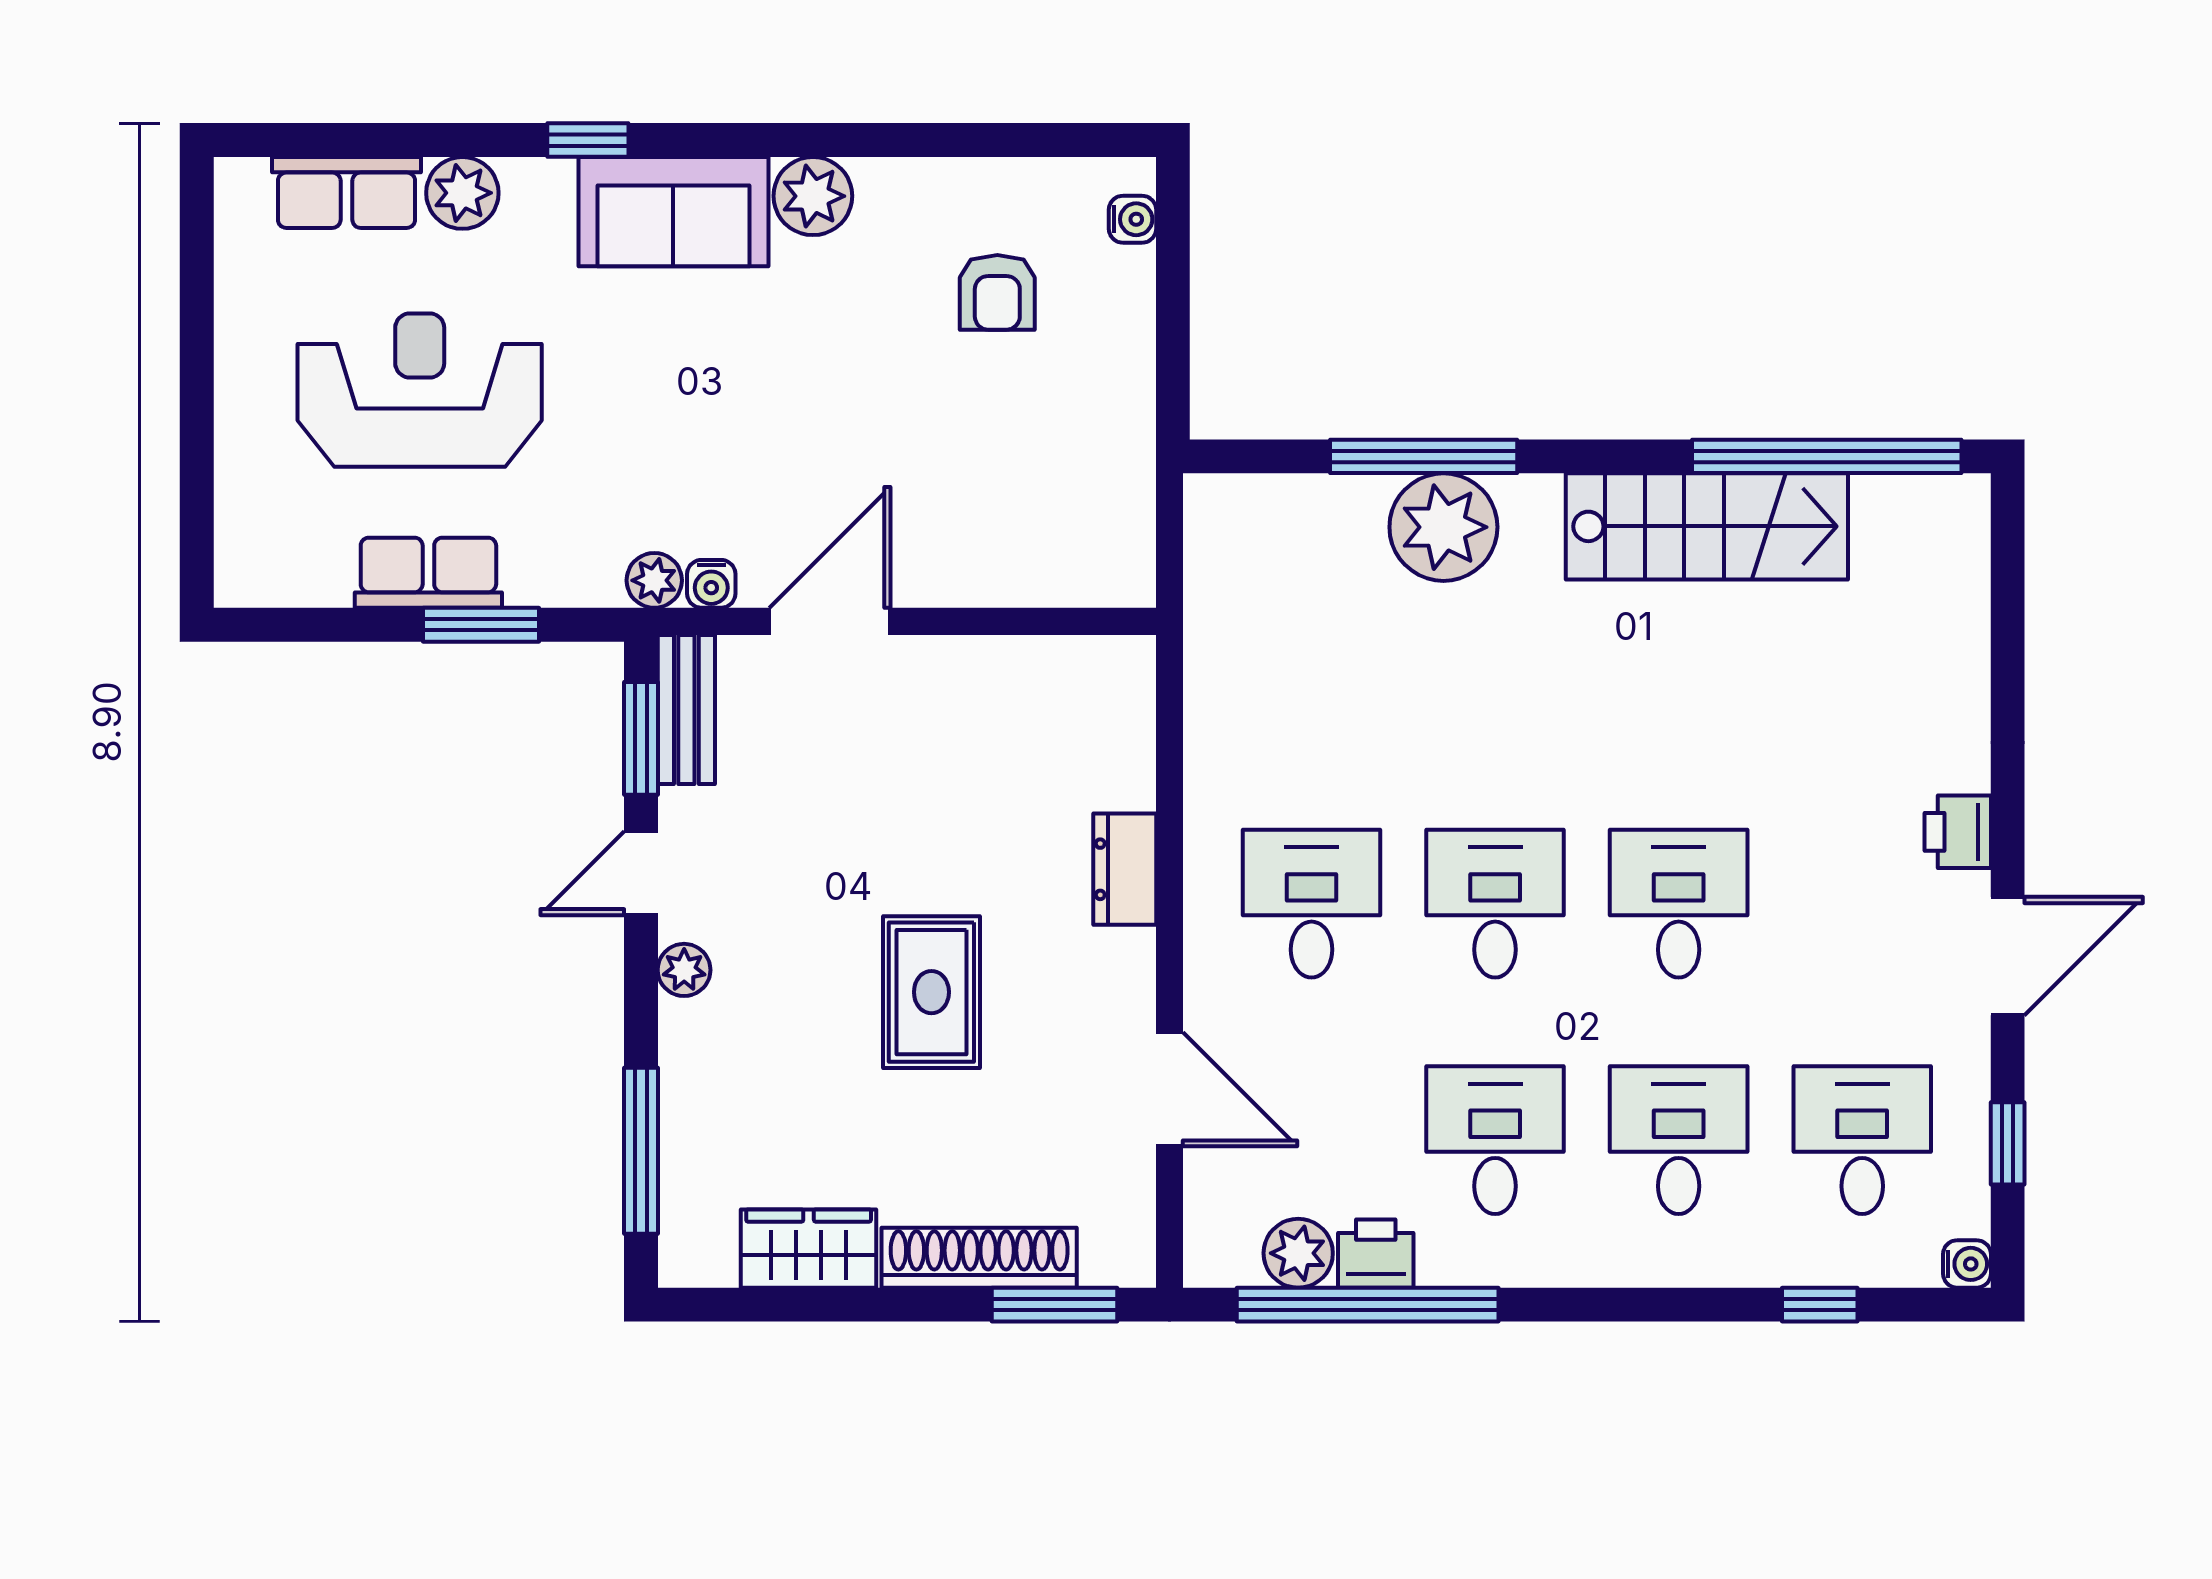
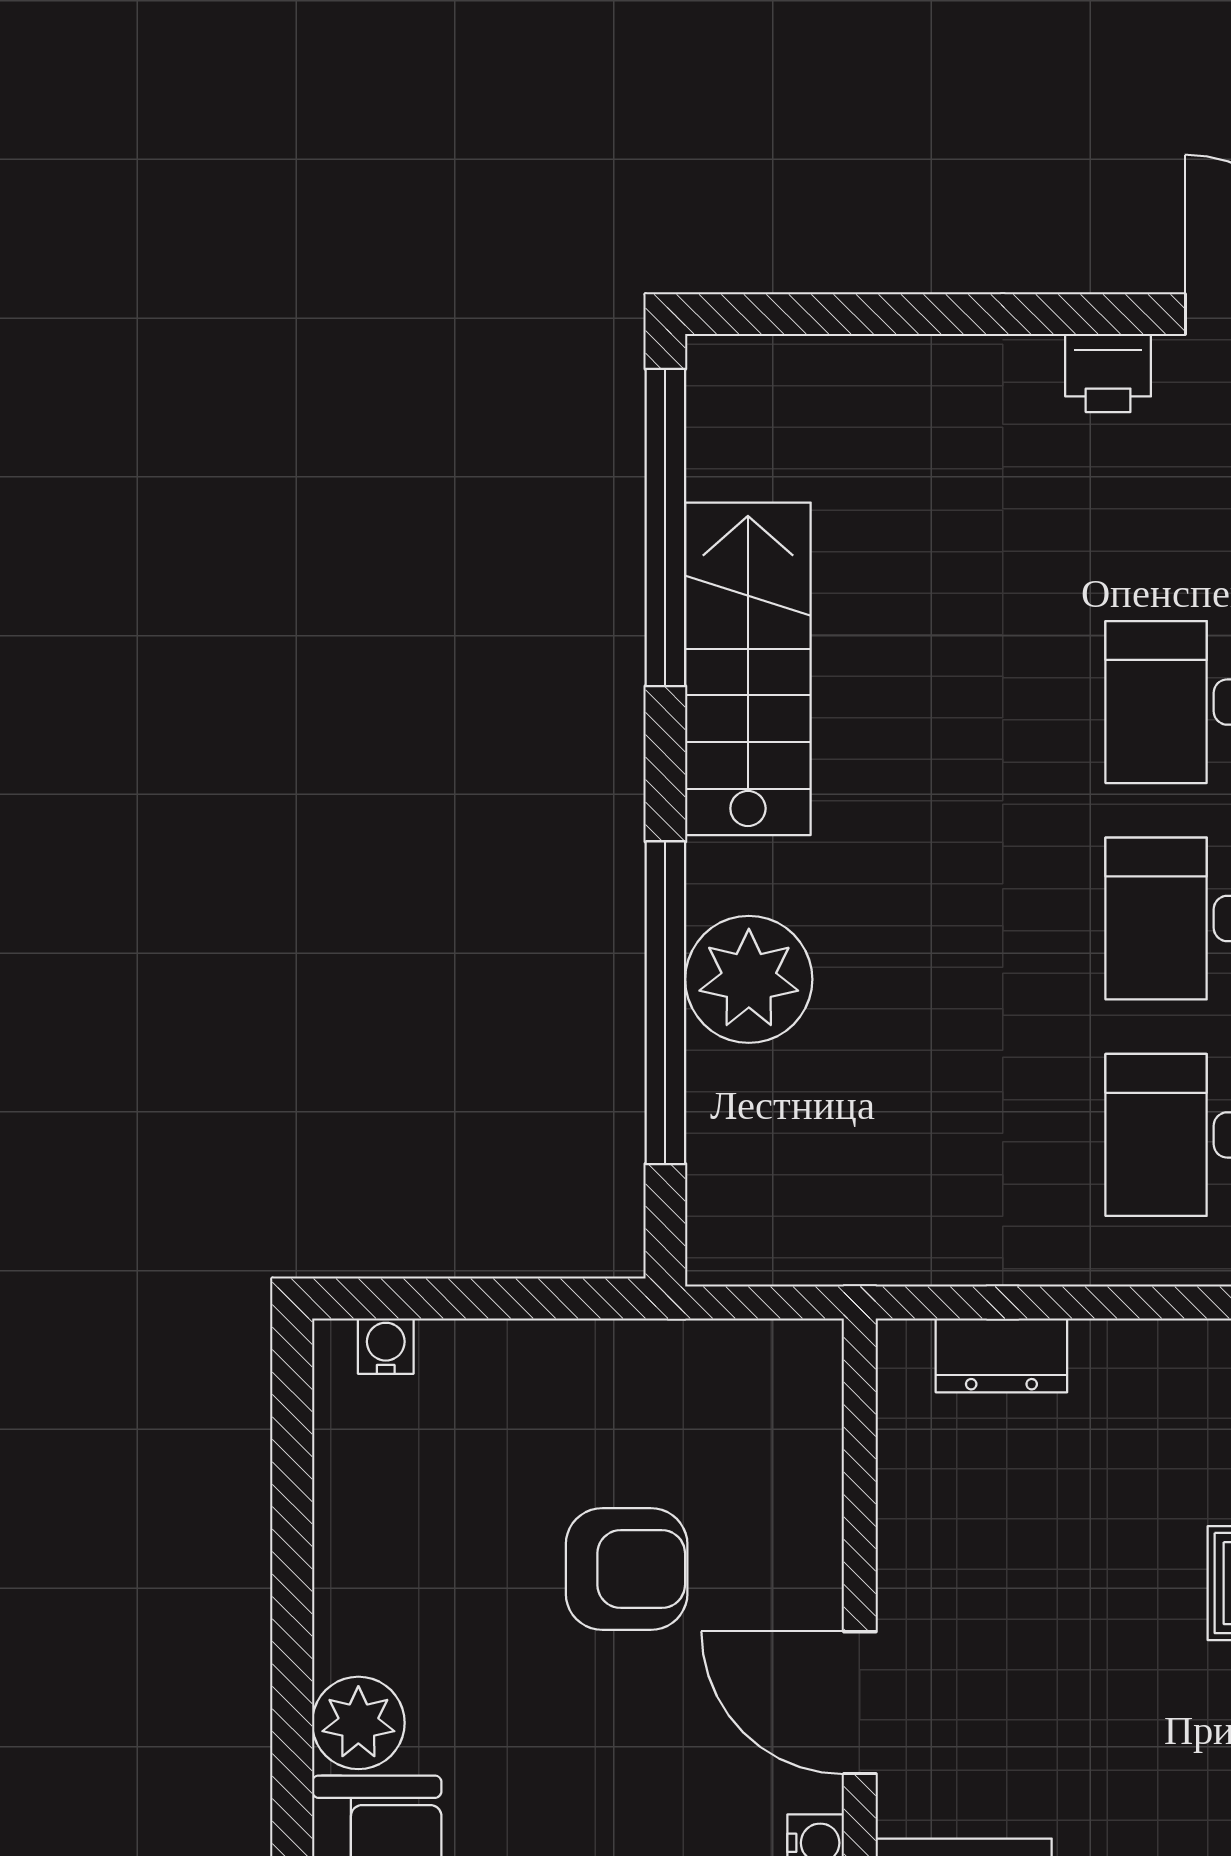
armchair: (997, 292) -> (627, 1569), moved, width x1.38, depth x1.38
window: (1424, 456) -> (665, 1003), width x1.46
dresser: (1125, 869) -> (1001, 1355), moved

